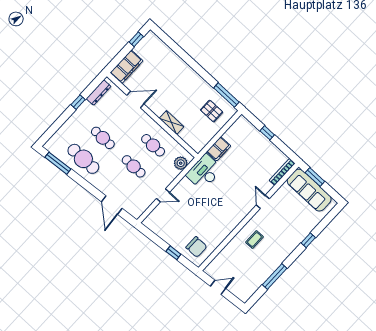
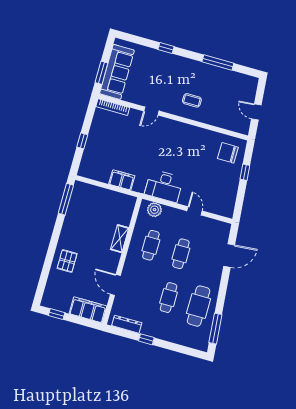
pallet: (212, 111) -> (67, 261), moved
desk: (204, 172) -> (164, 186), moved
chair: (196, 247) -> (228, 153), turned -90

